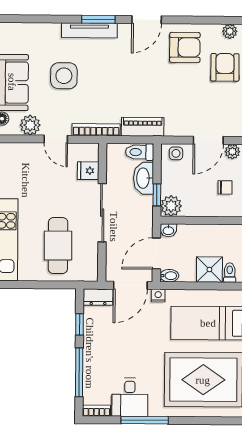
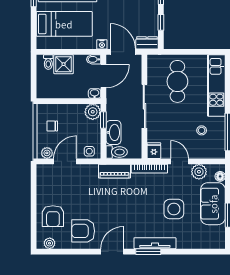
fridge: (88, 171) -> (154, 151), moved, turned -90
stool: (26, 180) -> (202, 130), added
door: (130, 285) -> (123, 52), hinge flipped

